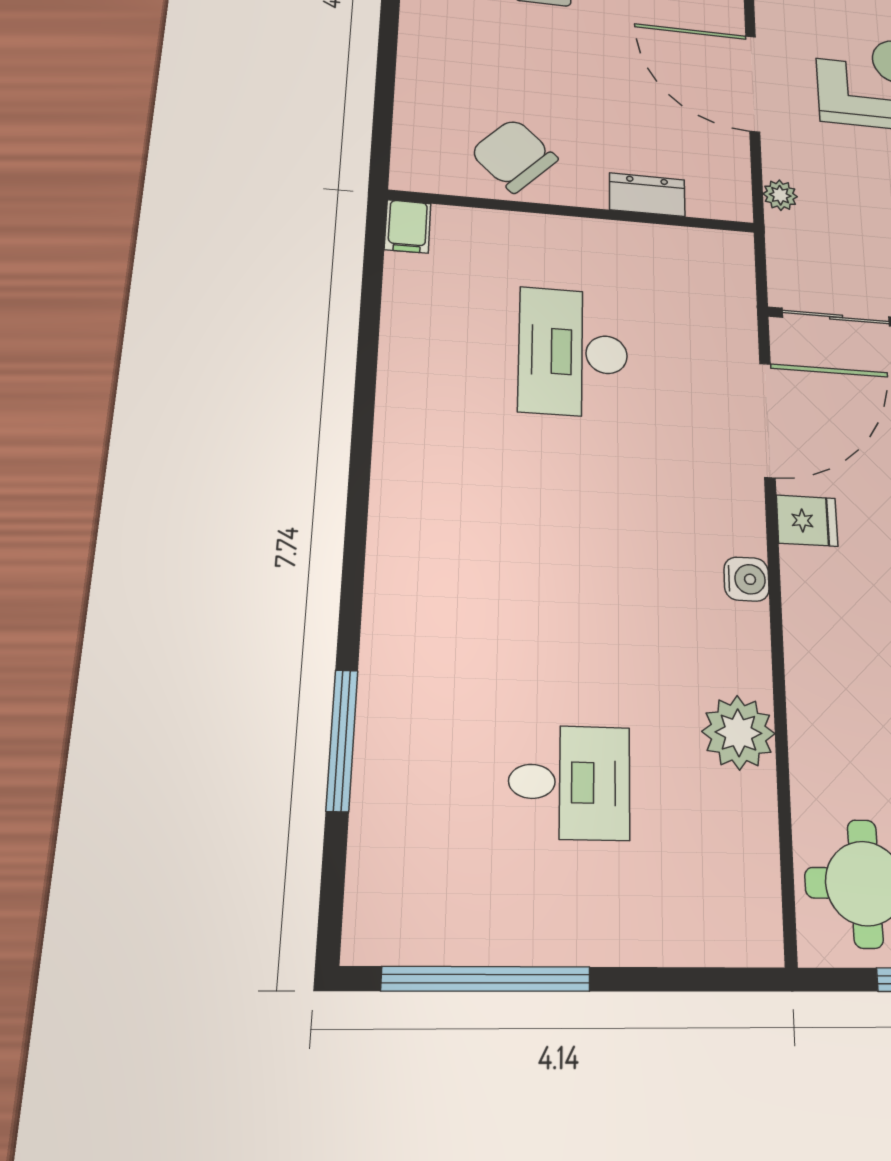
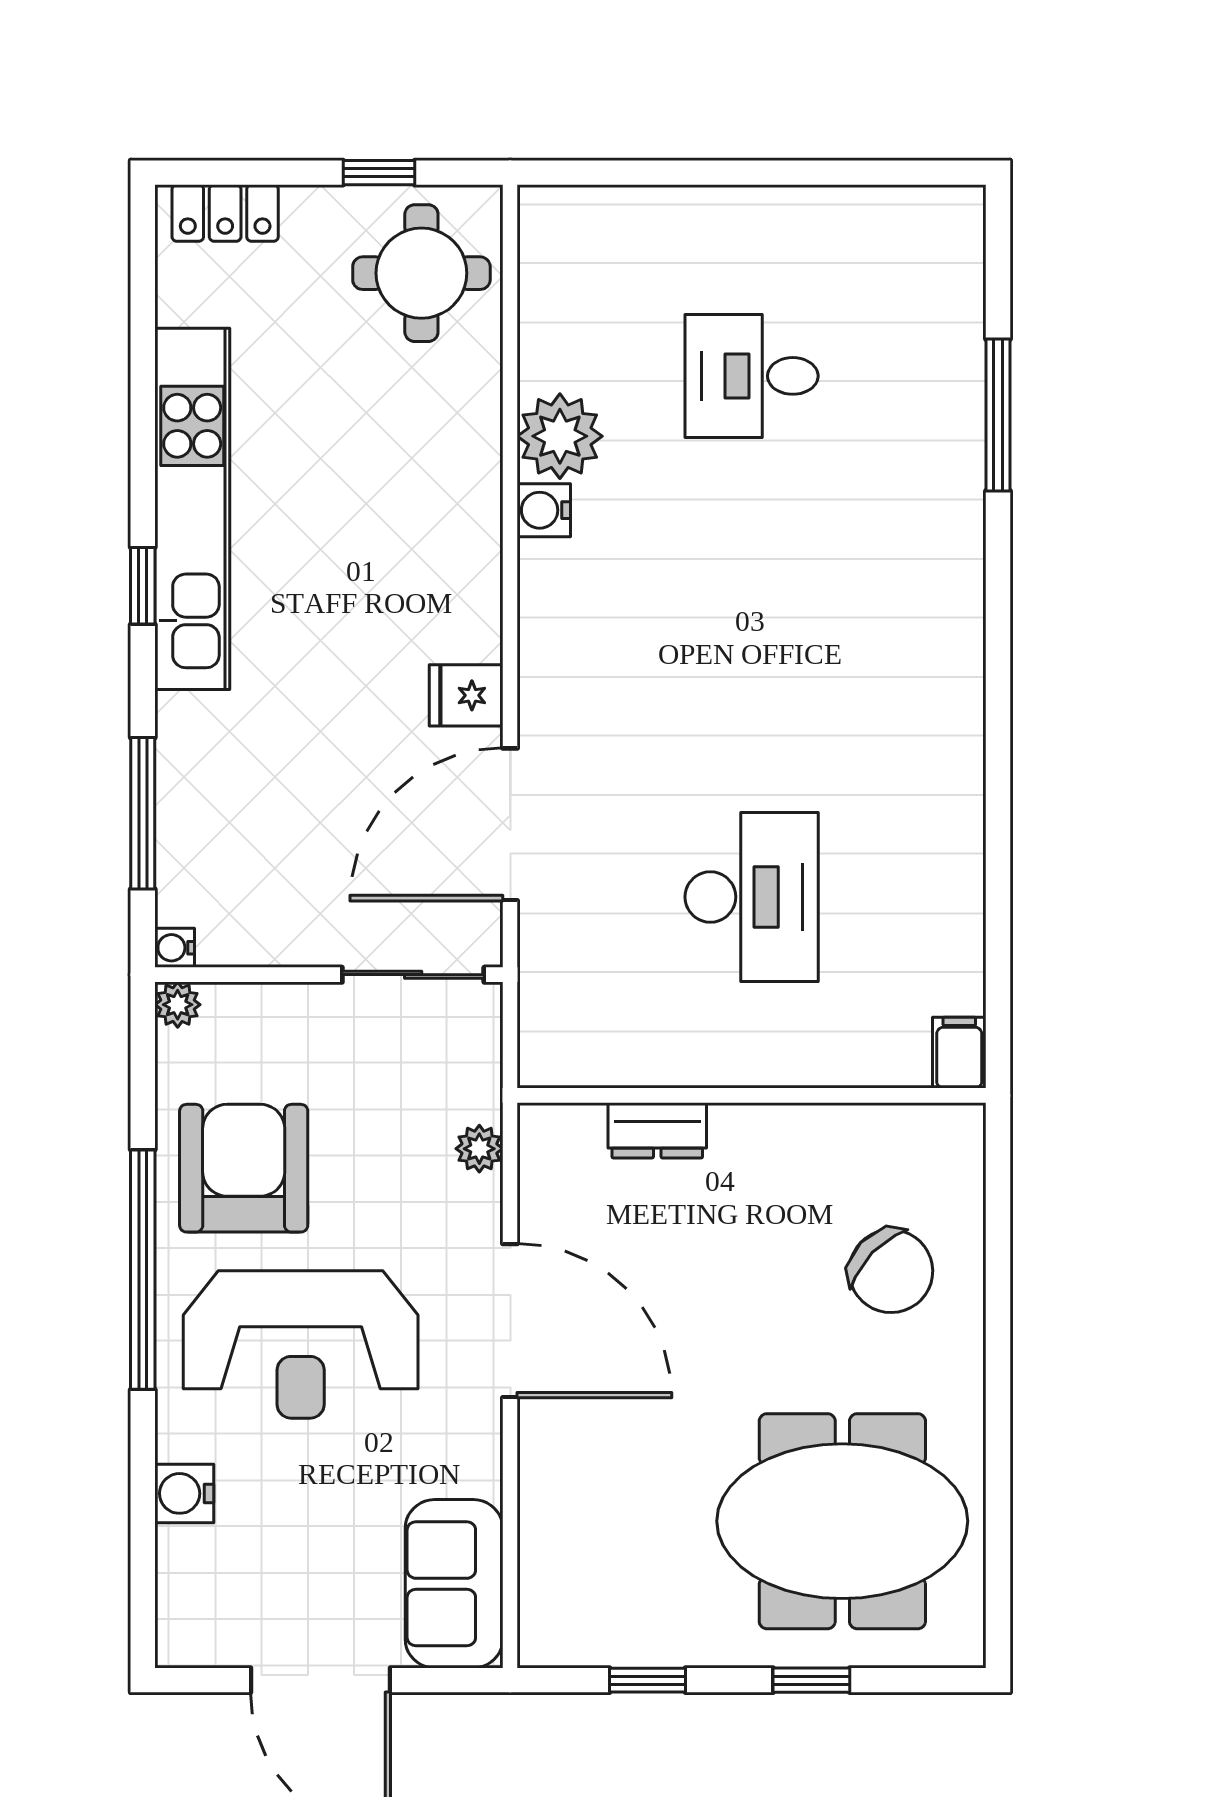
chair: (514, 155) -> (891, 1271), moved
water cooler: (746, 579) -> (544, 510), moved
window: (487, 979) -> (836, 173), removed

